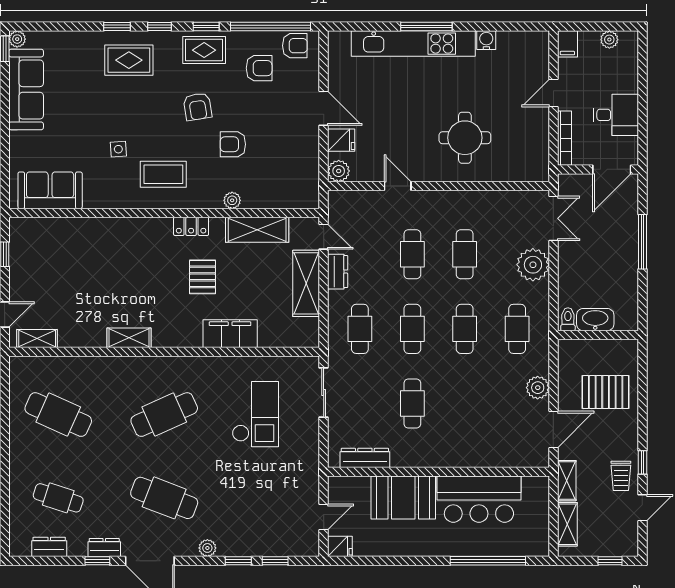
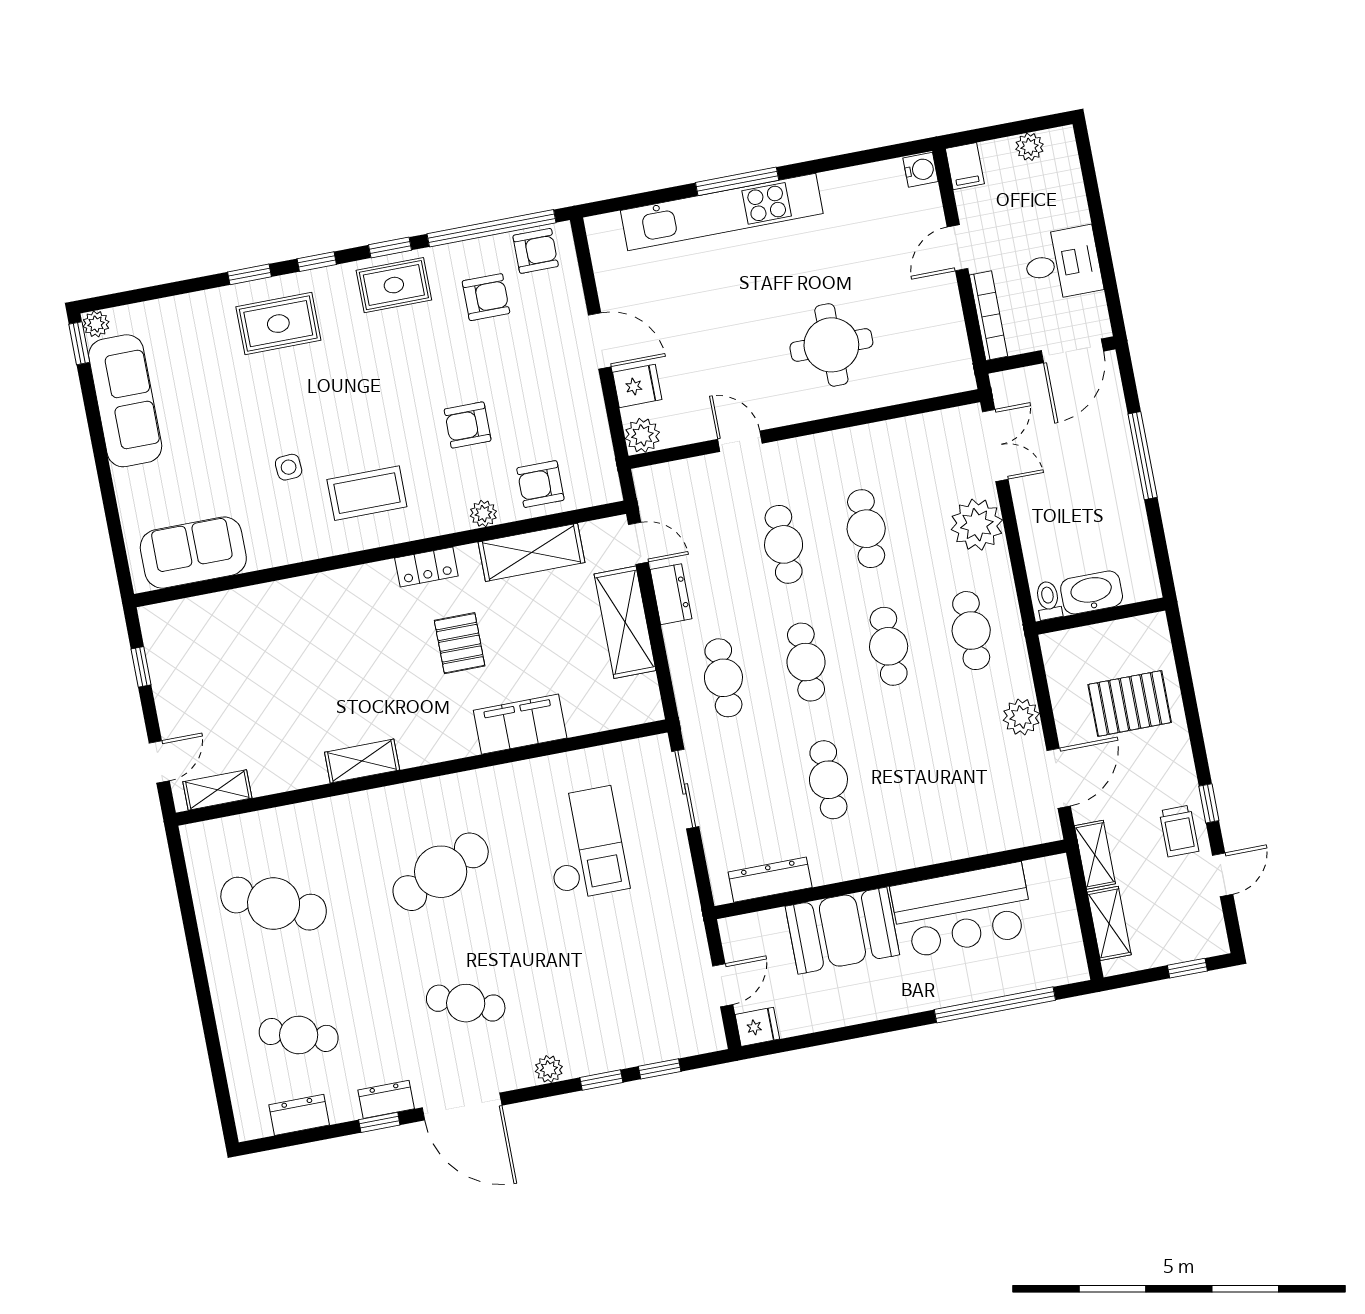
water cooler: (486, 40) -> (921, 170), moved, turned 90
armchair: (198, 107) -> (540, 484), moved, turned 99
cafe table: (164, 498) -> (466, 1003), width x0.73, depth x0.74

